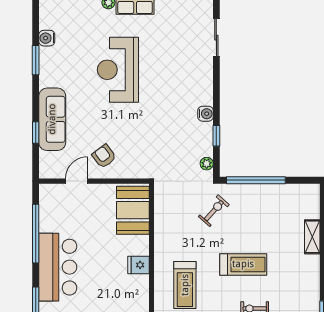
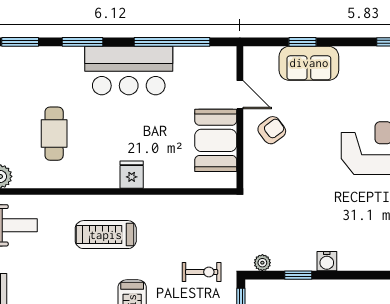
sofa: (52, 119) -> (309, 63), width x0.73
booth: (133, 210) -> (216, 140), moved, turned 90
exercise bike: (214, 211) -> (202, 272), turned -42

